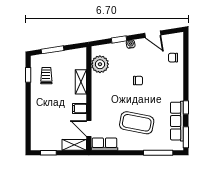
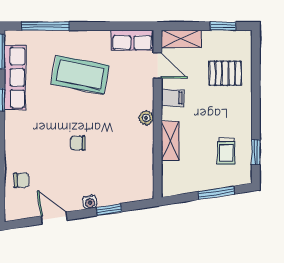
plant: (100, 64) -> (146, 118), moved, width x0.53, depth x0.53
pallet: (47, 124) -> (225, 73), added

